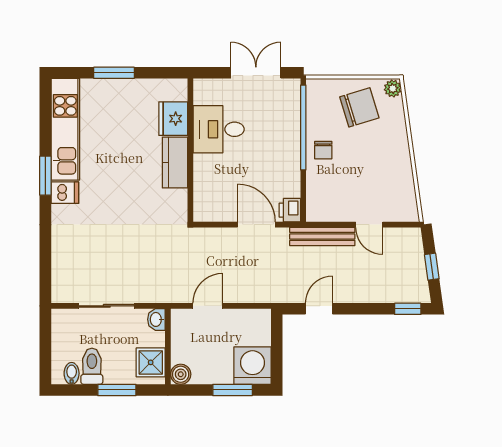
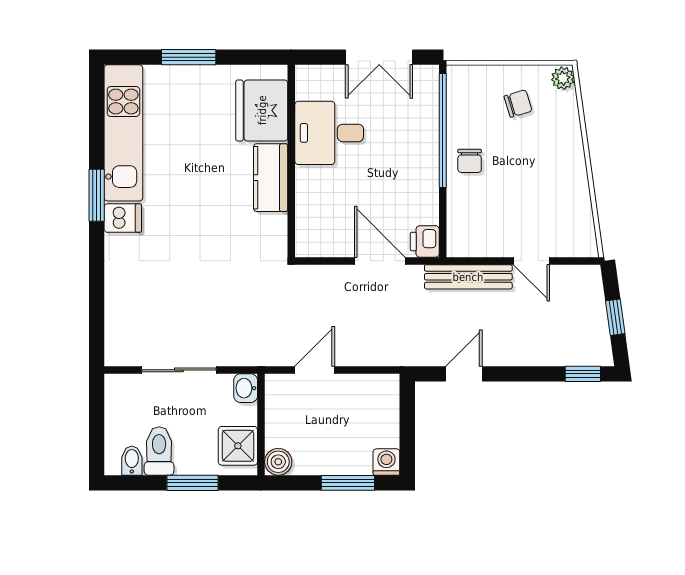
double door: (256, 73) -> (379, 57), swing flipped
chair: (359, 107) -> (518, 104), width x0.54, depth x0.54
fridge: (173, 119) -> (262, 110), width x1.36, depth x1.34
washing machine: (253, 366) -> (386, 462), width x0.53, depth x0.53

